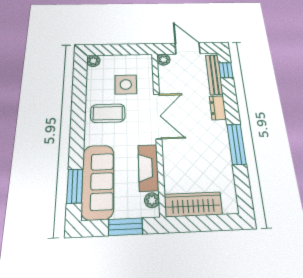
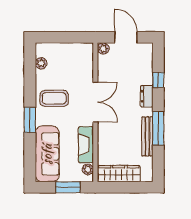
plant: (93, 61) -> (41, 63), moved
window: (226, 70) -> (158, 80), moved
bench: (214, 75) -> (147, 136), moved
side table: (126, 85) -> (69, 72), removed
window: (75, 186) -> (30, 120), moved

